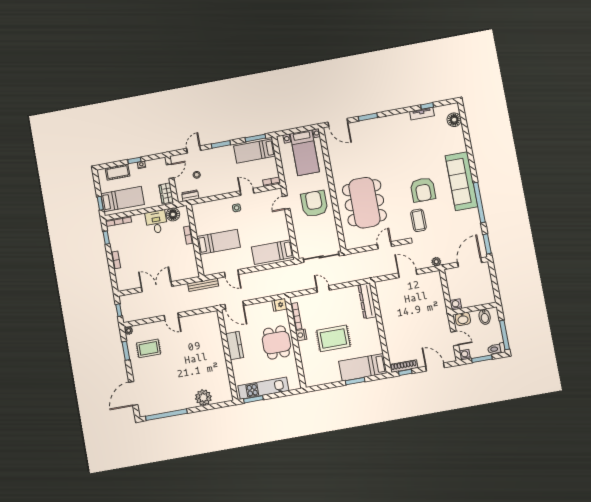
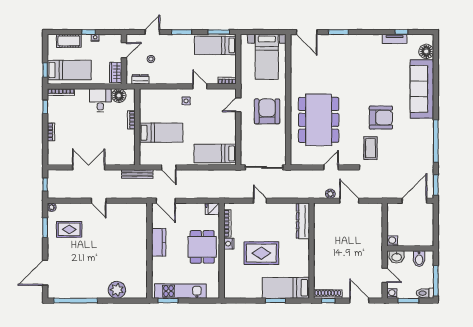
sofa: (462, 181) -> (422, 89), moved
armchair: (423, 190) -> (381, 118), turned -90
plant: (436, 262) -> (330, 194), moved

